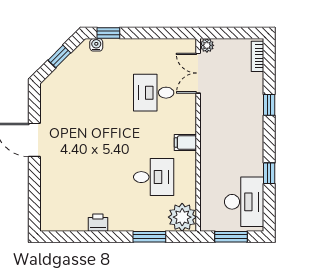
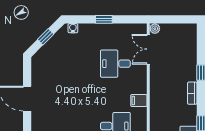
window: (108, 33) -> (104, 19), moved
bookcase: (258, 56) -> (192, 93), moved

